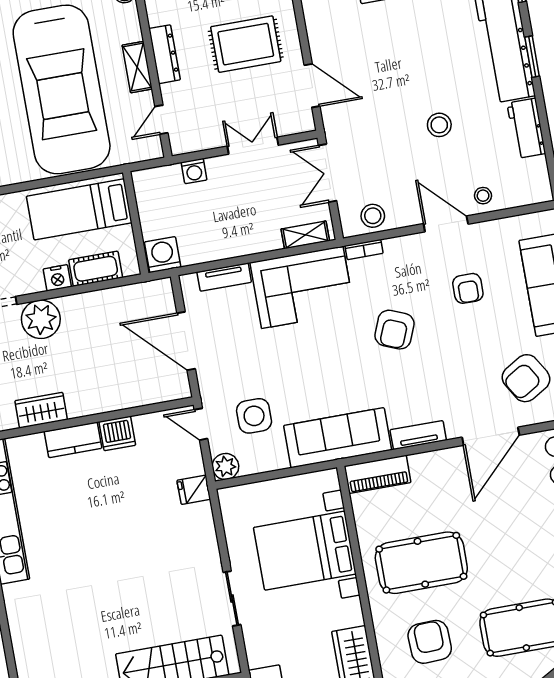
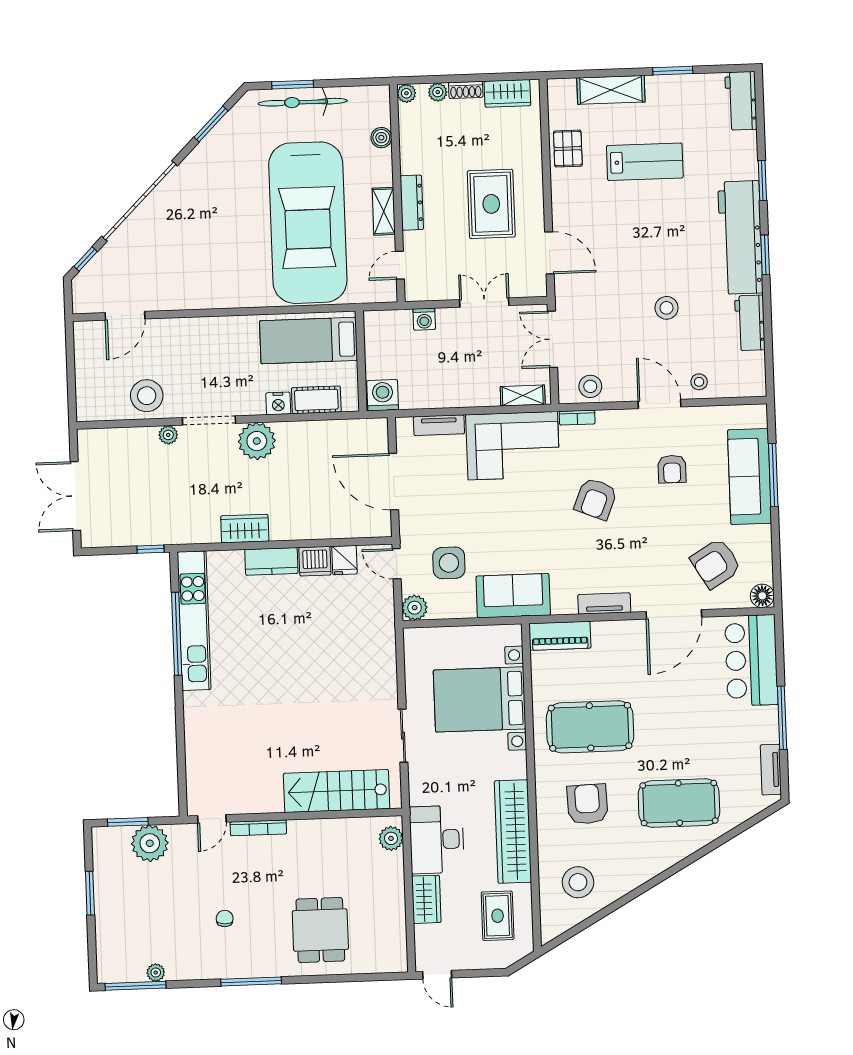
rug: (246, 44) -> (491, 204), turned 90
sofa: (338, 438) -> (513, 596), width x0.73
fridge: (194, 490) -> (344, 560), moved, turned -90

